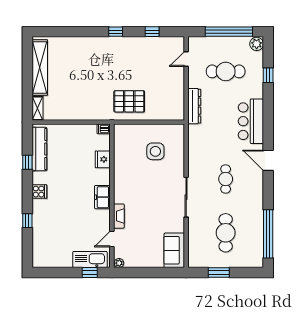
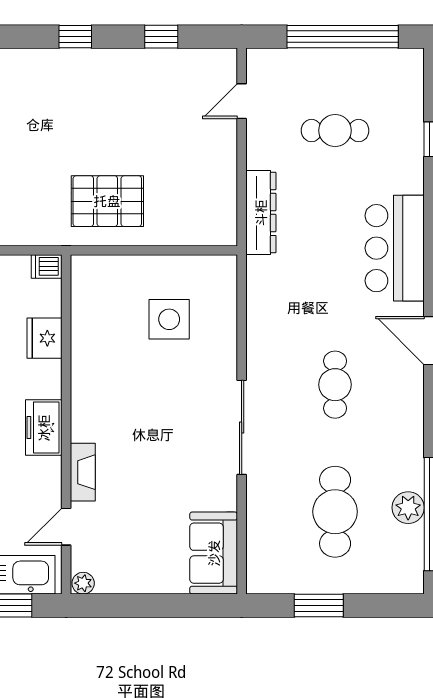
plant: (257, 44) -> (408, 508), moved
cafe table: (226, 71) -> (335, 131), width x0.73, depth x0.74

